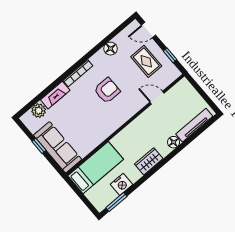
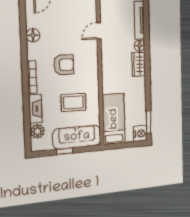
rug: (146, 61) -> (73, 102), moved
armchair: (107, 90) -> (64, 65), turned 90
wardrobe: (149, 161) -> (139, 64), moved
nightstand: (122, 184) -> (140, 133), moved

